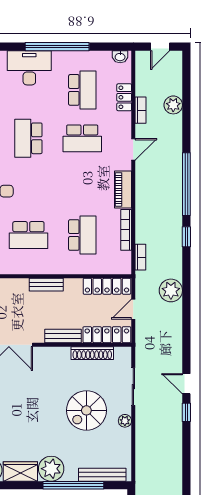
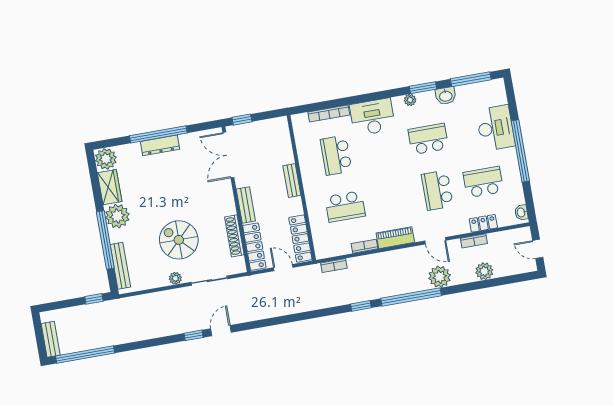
school desk: (82, 90) -> (483, 182), turned 180
bookcase: (126, 230) -> (364, 246), width x0.64
plant: (171, 290) -> (440, 277), moved

